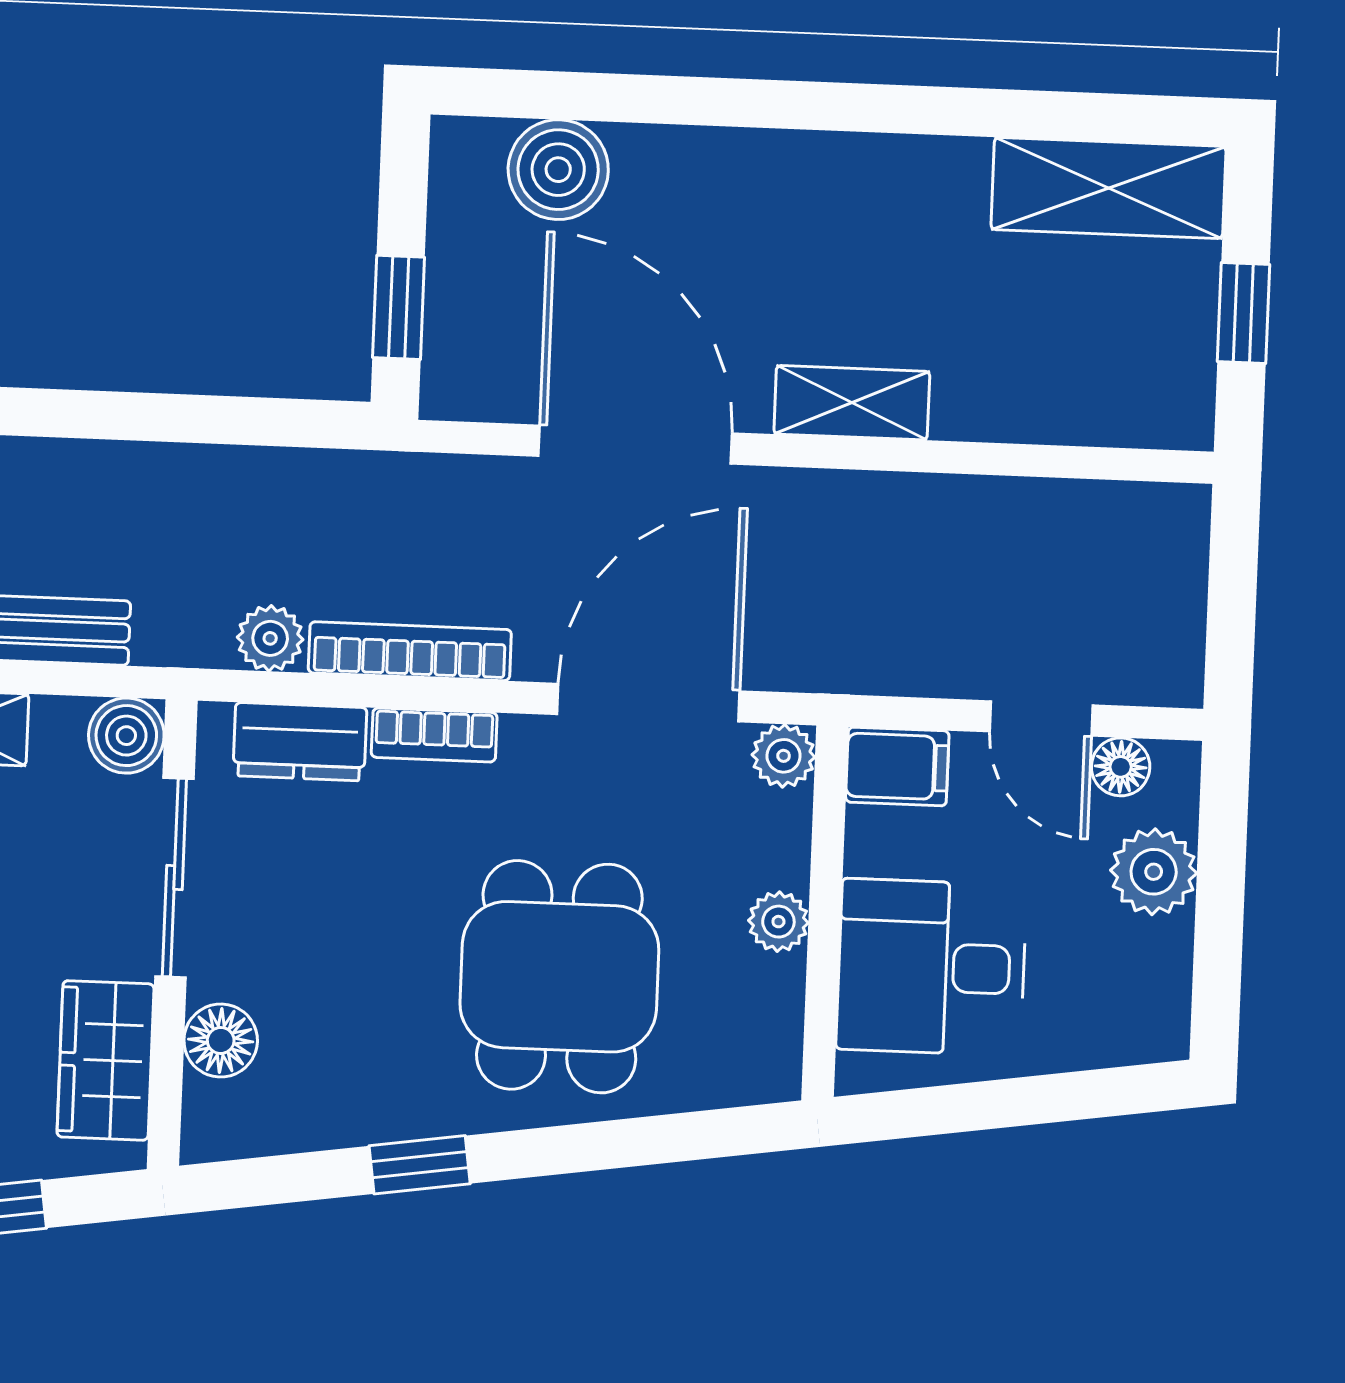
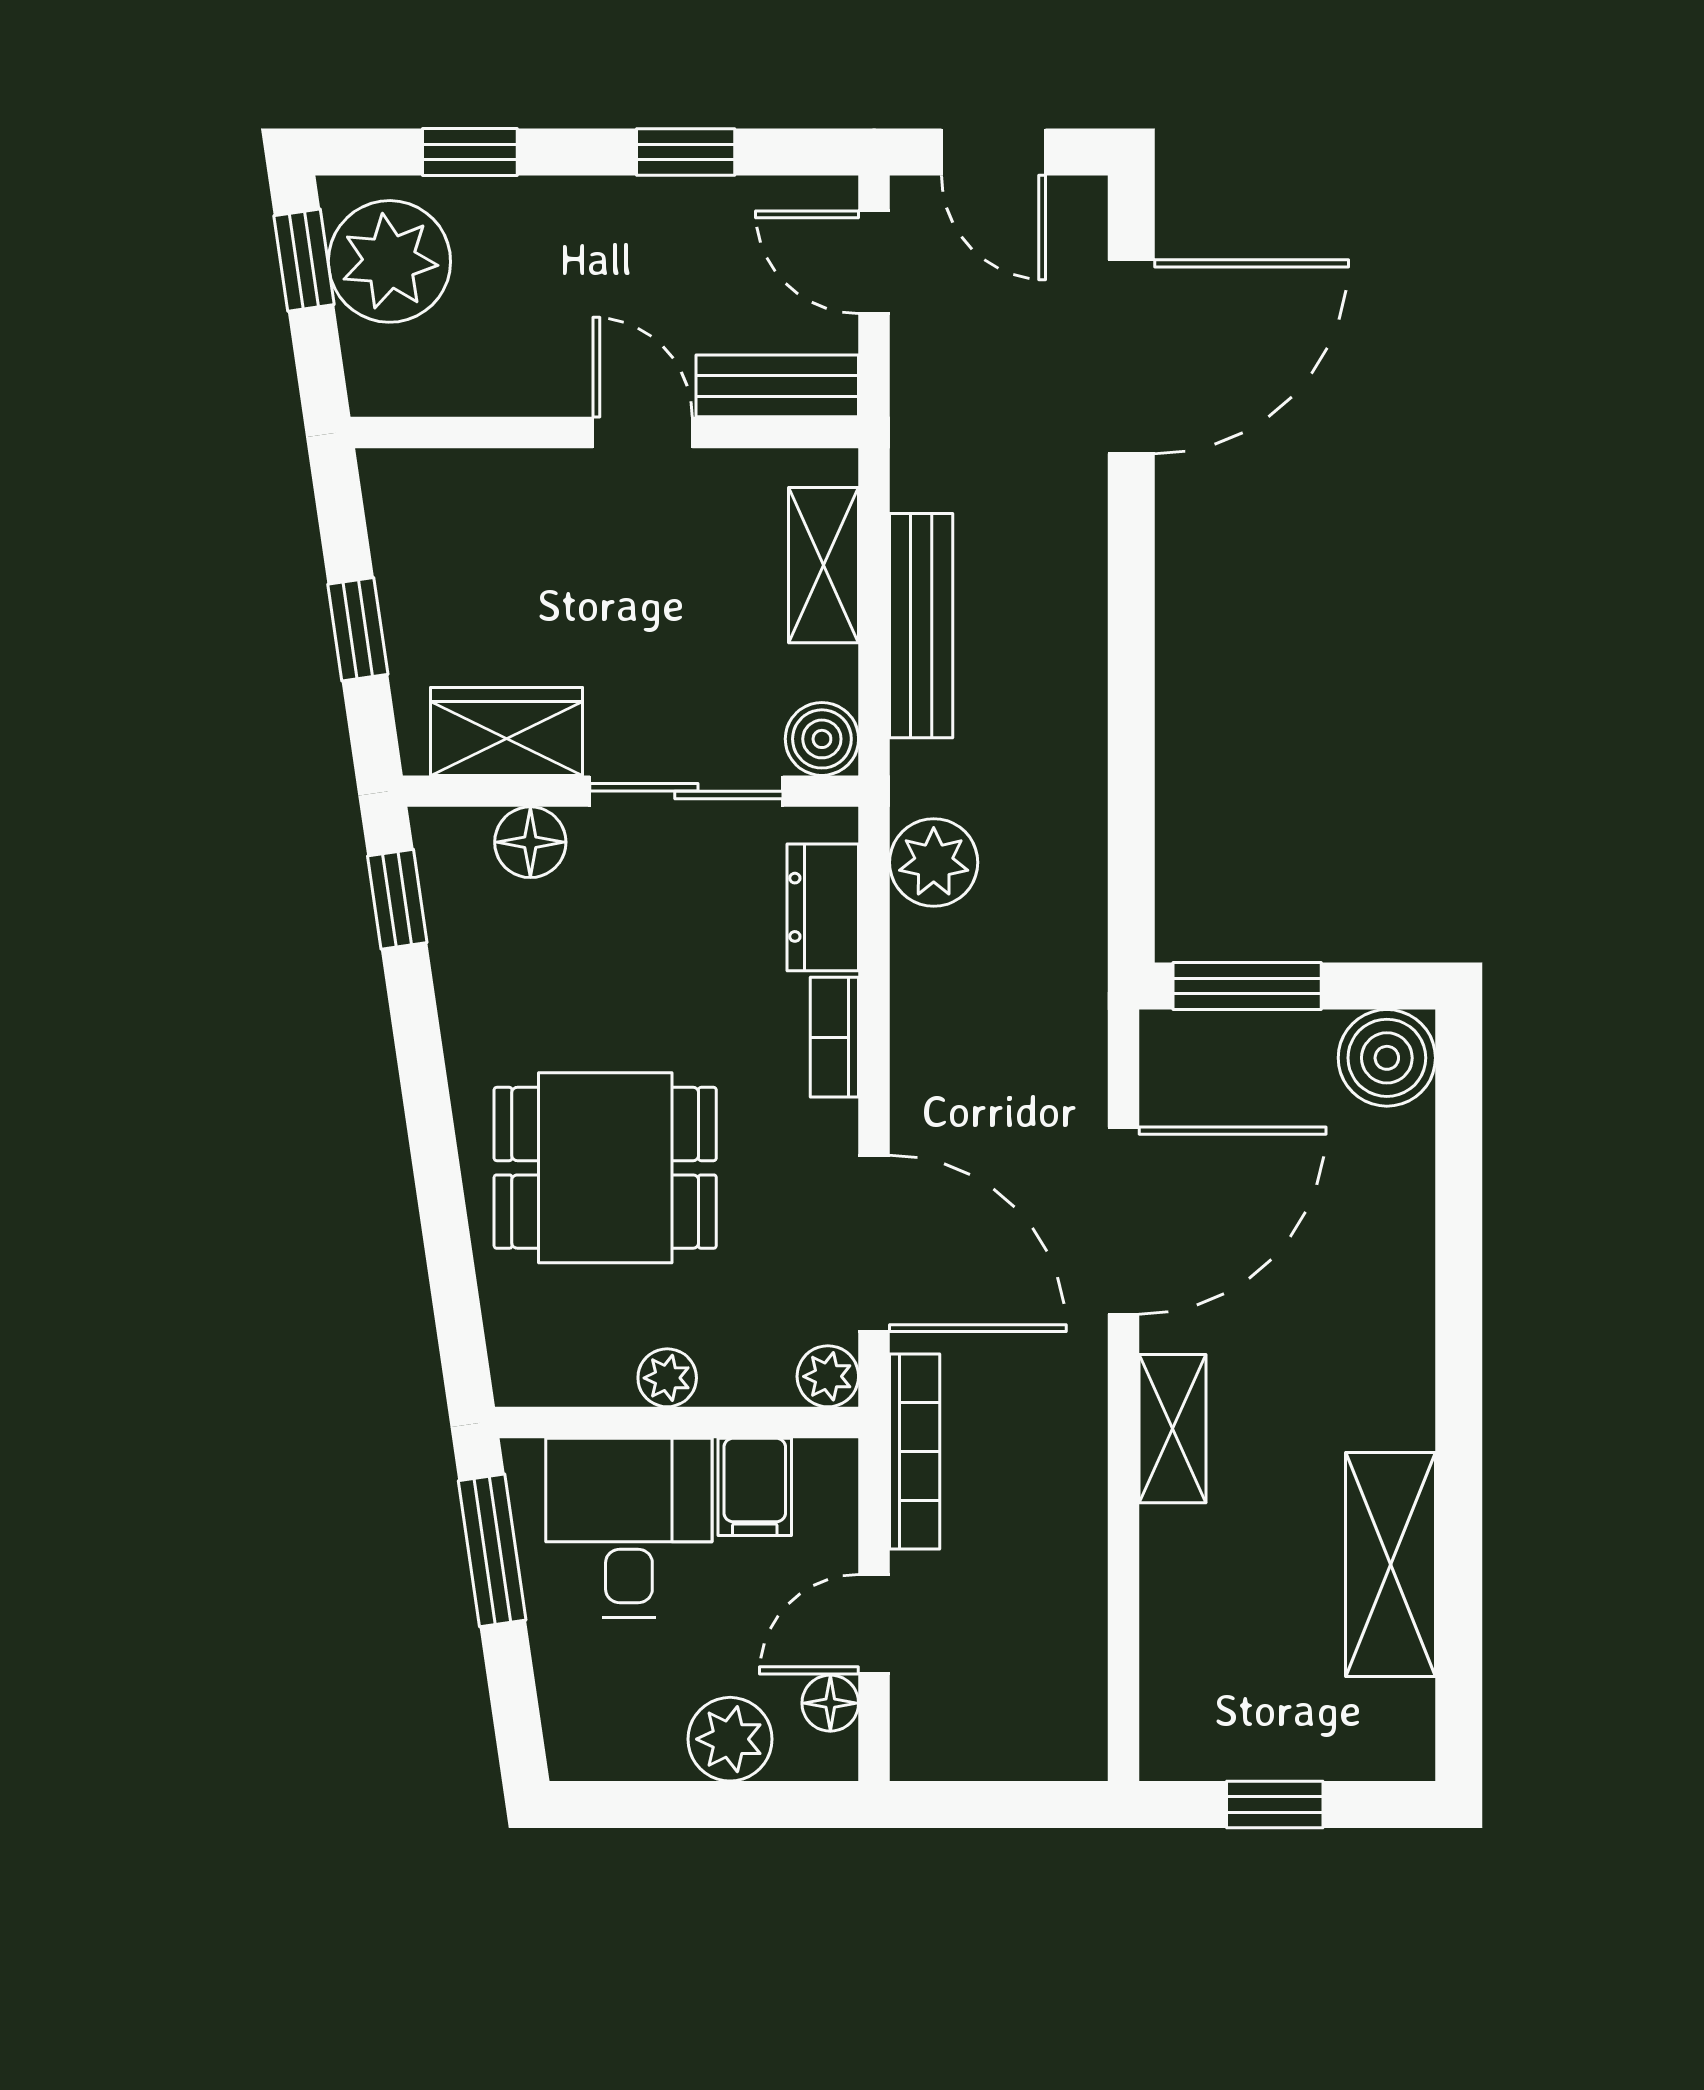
boiler: (558, 170) -> (1387, 1058), moved
shelving: (1109, 188) -> (1390, 1564), moved
window: (399, 307) -> (1247, 986), width x1.50
plant: (270, 638) -> (934, 862), width x1.38, depth x1.38
bookcase: (410, 651) -> (915, 1452), moved
filing cabinet: (897, 767) -> (755, 1487), moved
window: (949, 1109) -> (492, 1550), added
window: (420, 1165) -> (397, 899), moved

